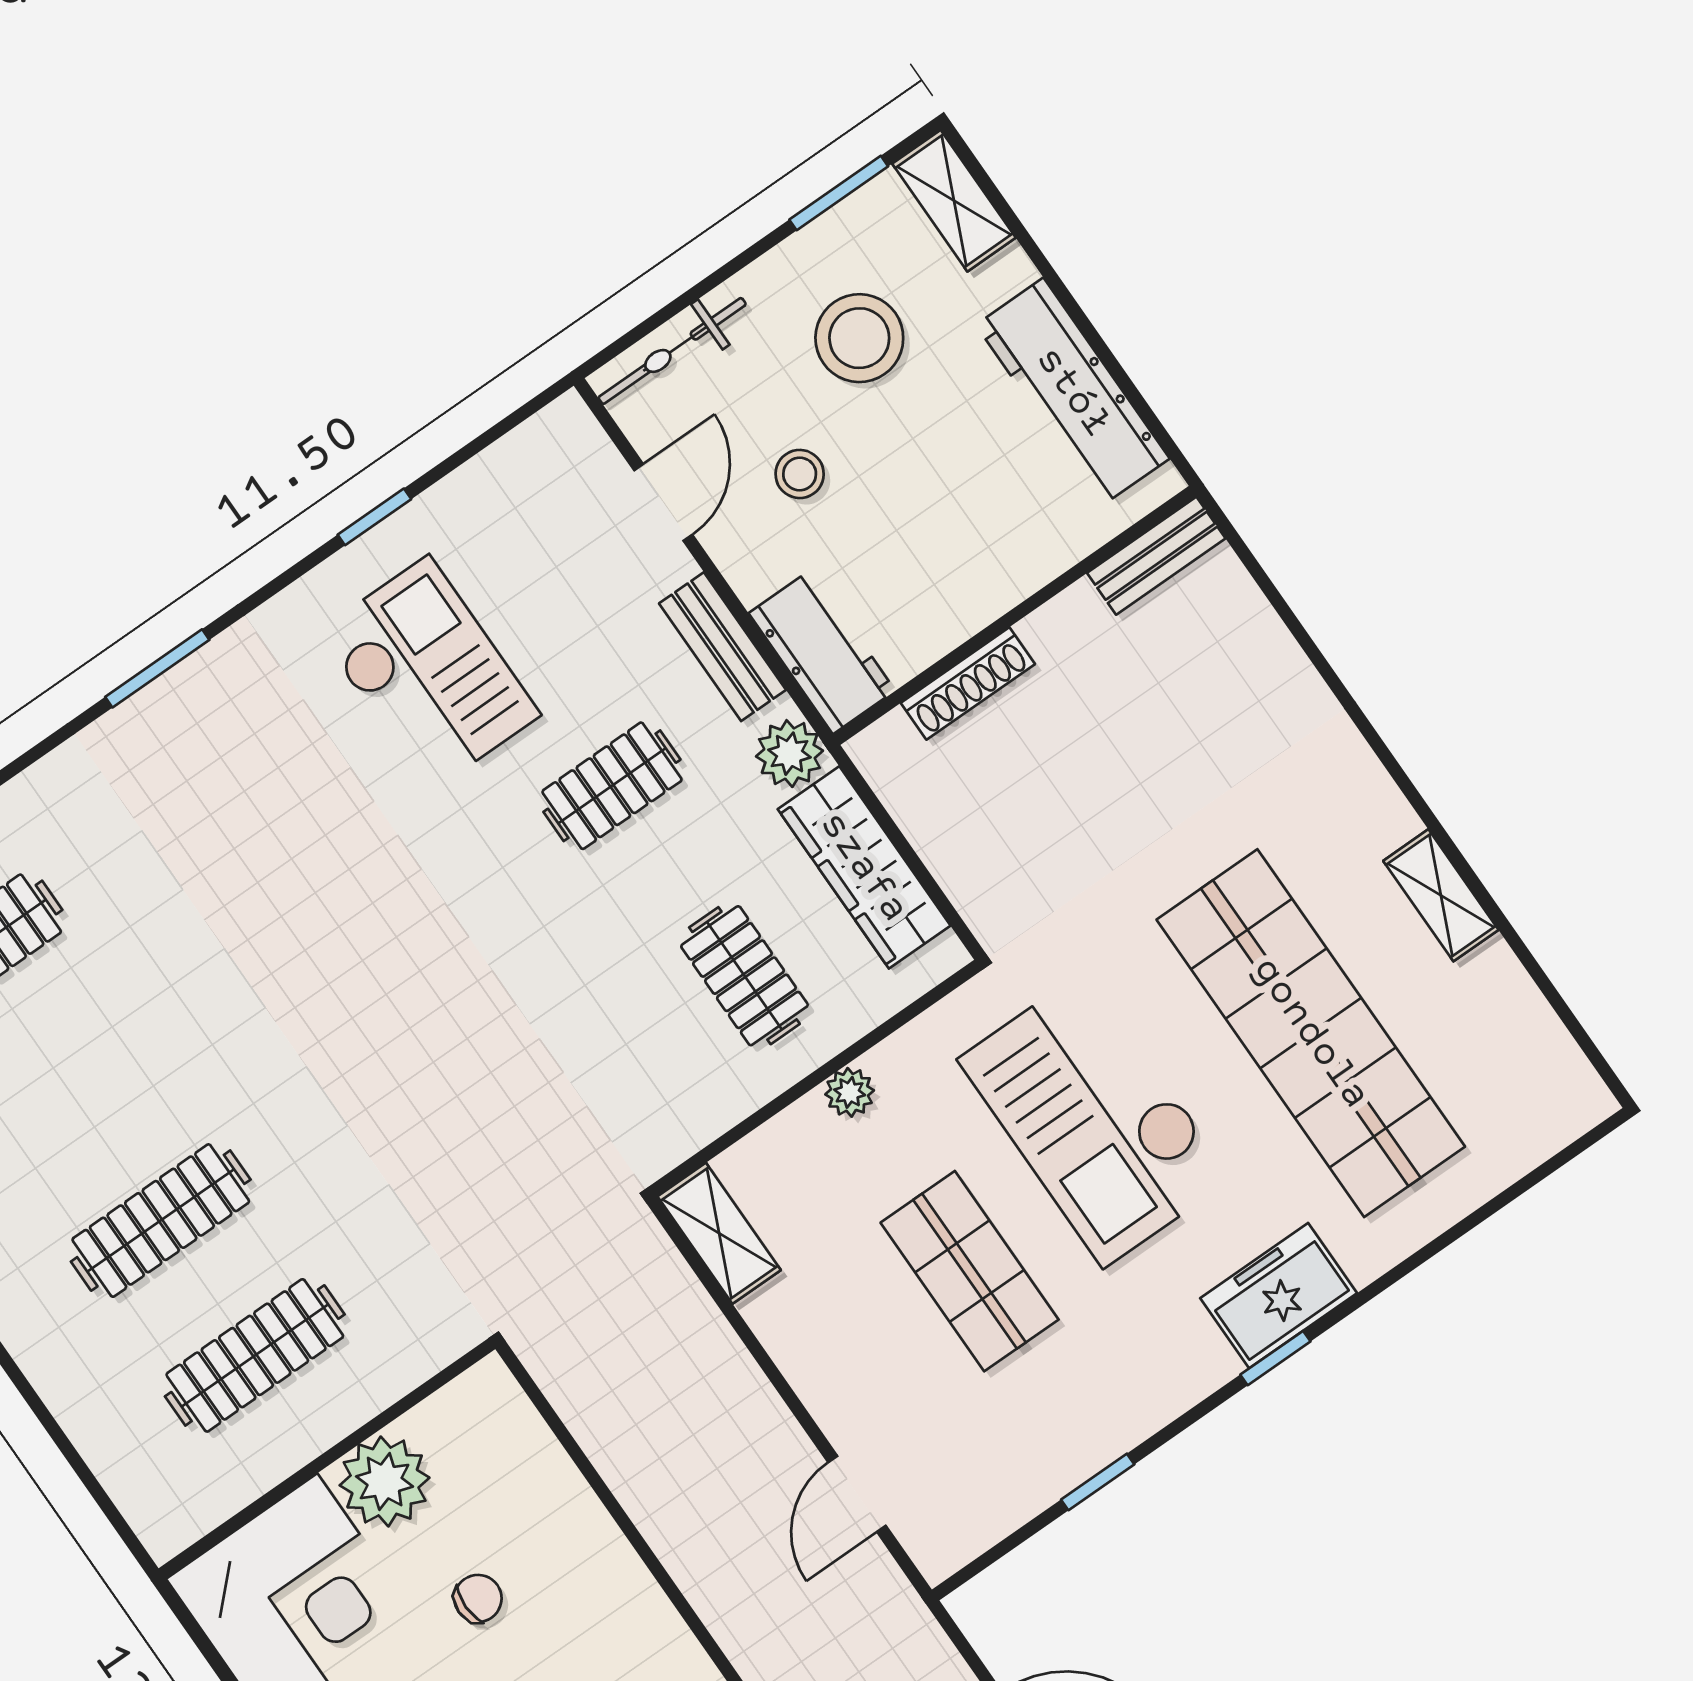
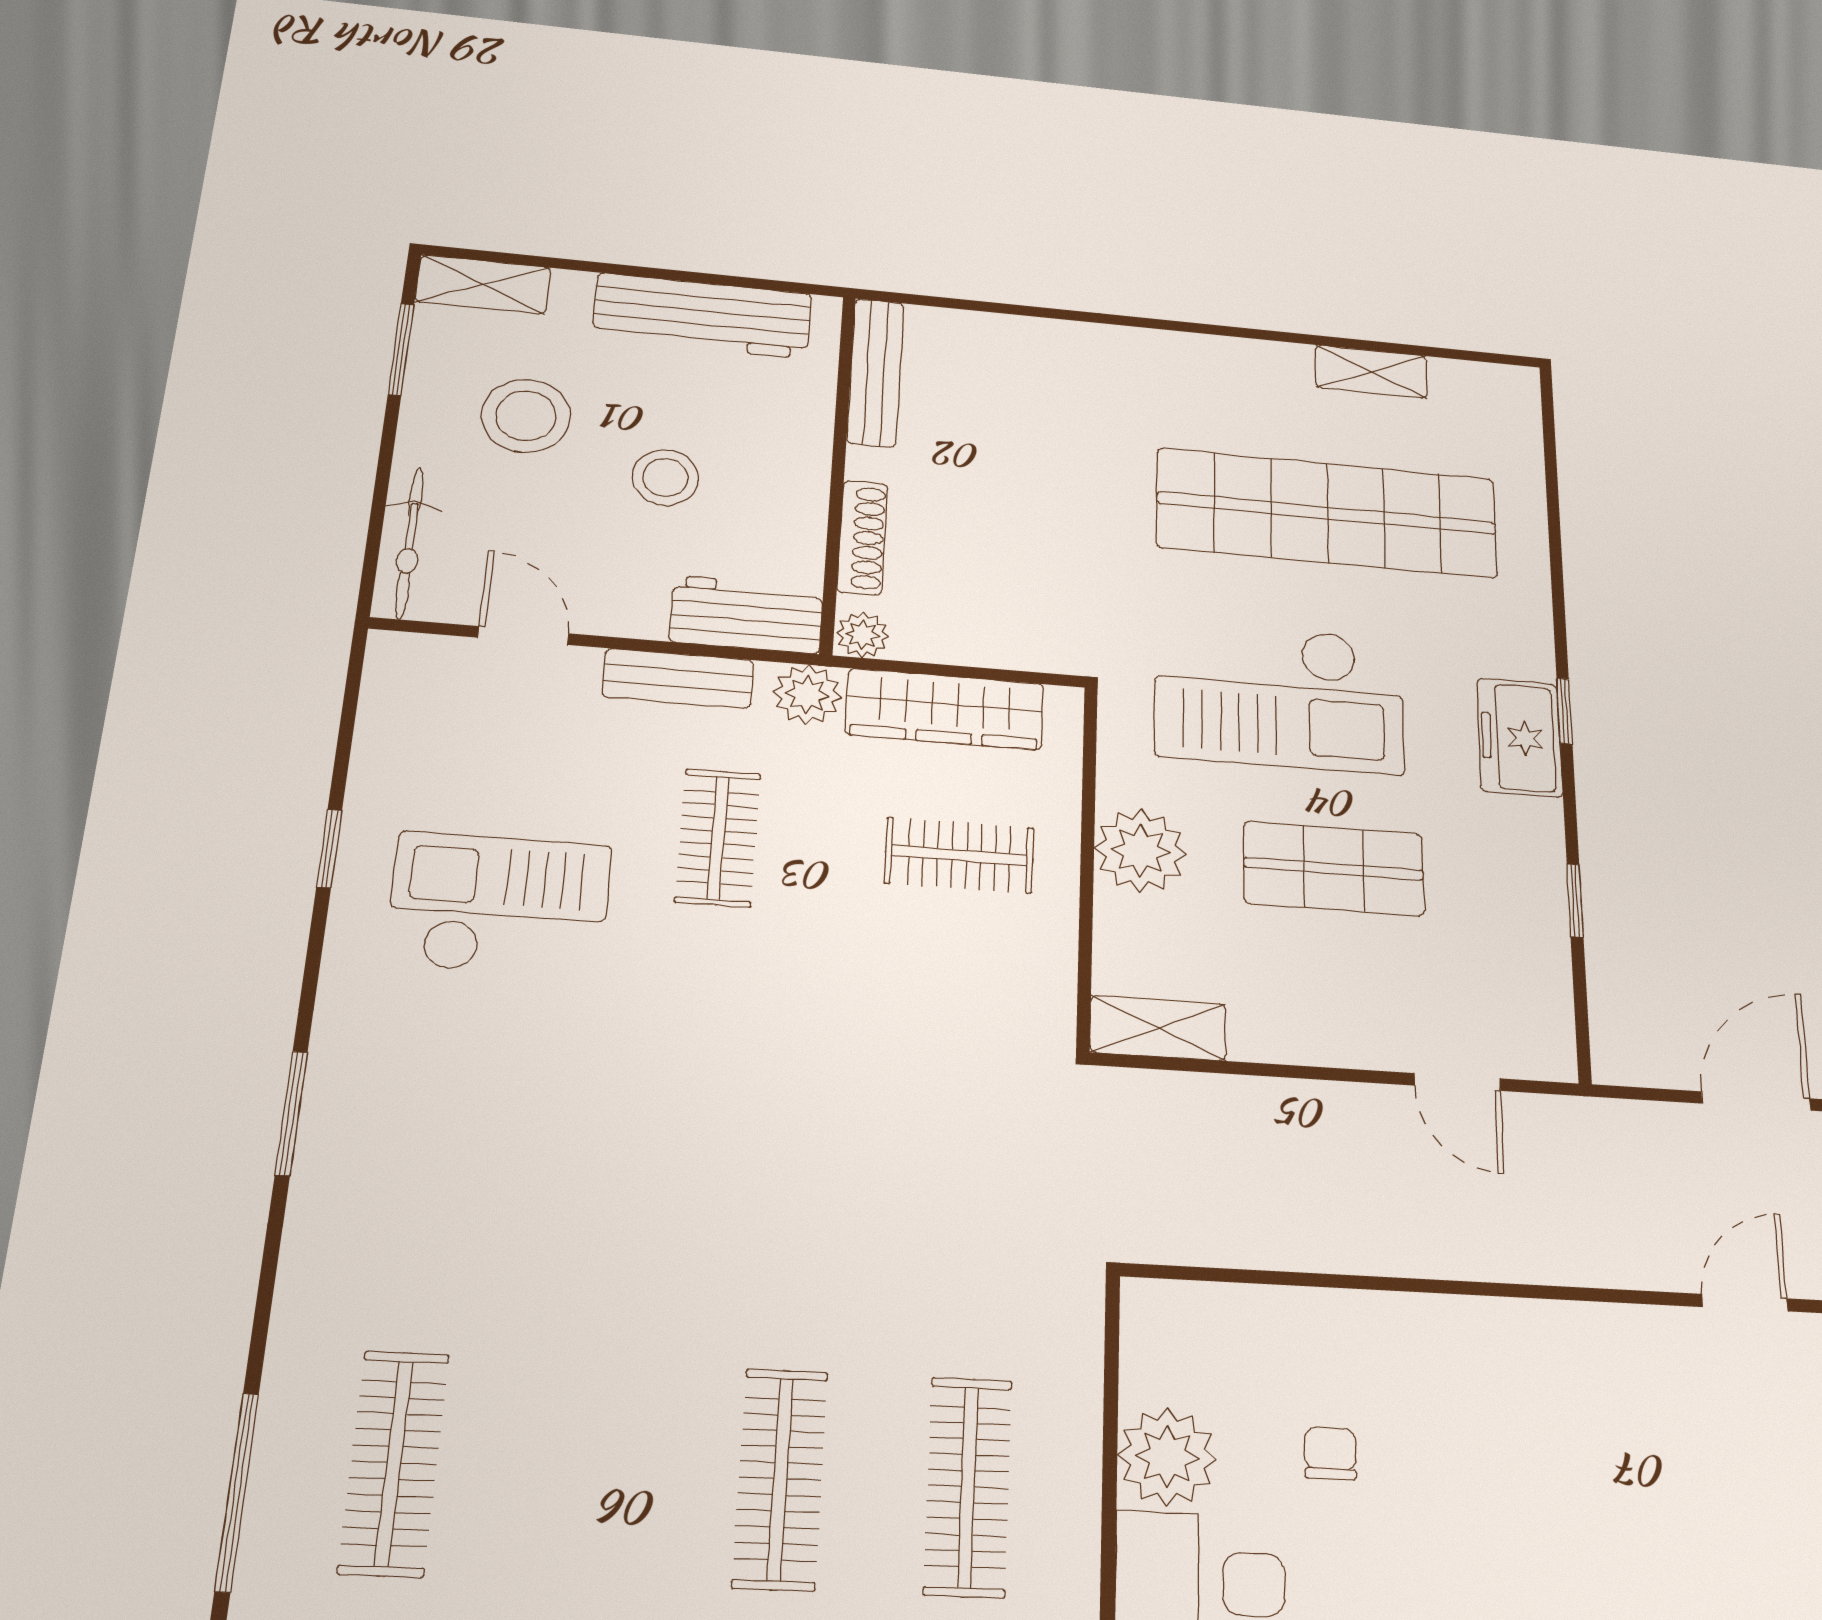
stool: (800, 474) -> (665, 477), moved, width x1.37, depth x1.37
bench: (1156, 556) -> (875, 372), width x1.36
plant: (878, 753) -> (863, 635), added
shelving: (1441, 895) -> (1371, 372), moved
plant: (850, 1092) -> (1140, 851), width x1.87, depth x1.87
freezer: (1279, 1296) -> (1520, 738), moved

